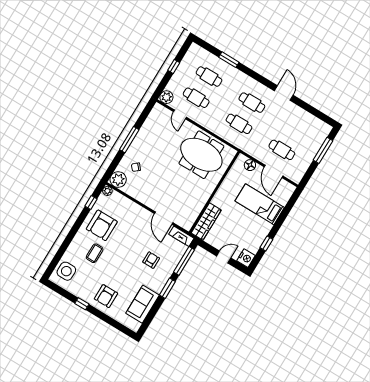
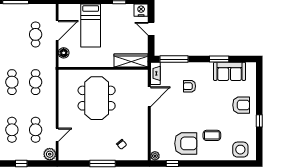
meeting table: (201, 155) -> (97, 98), moved
plant: (118, 180) -> (140, 153), removed
window: (167, 288) -> (219, 59), moved

